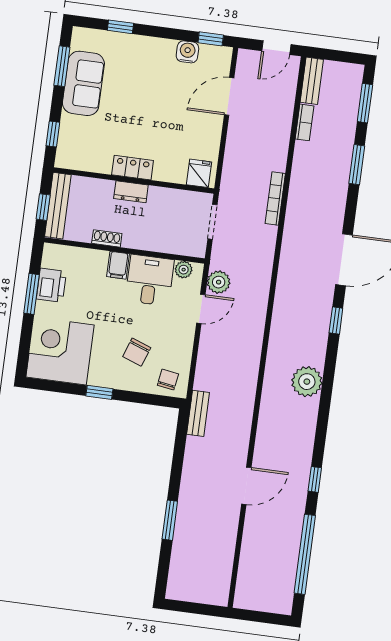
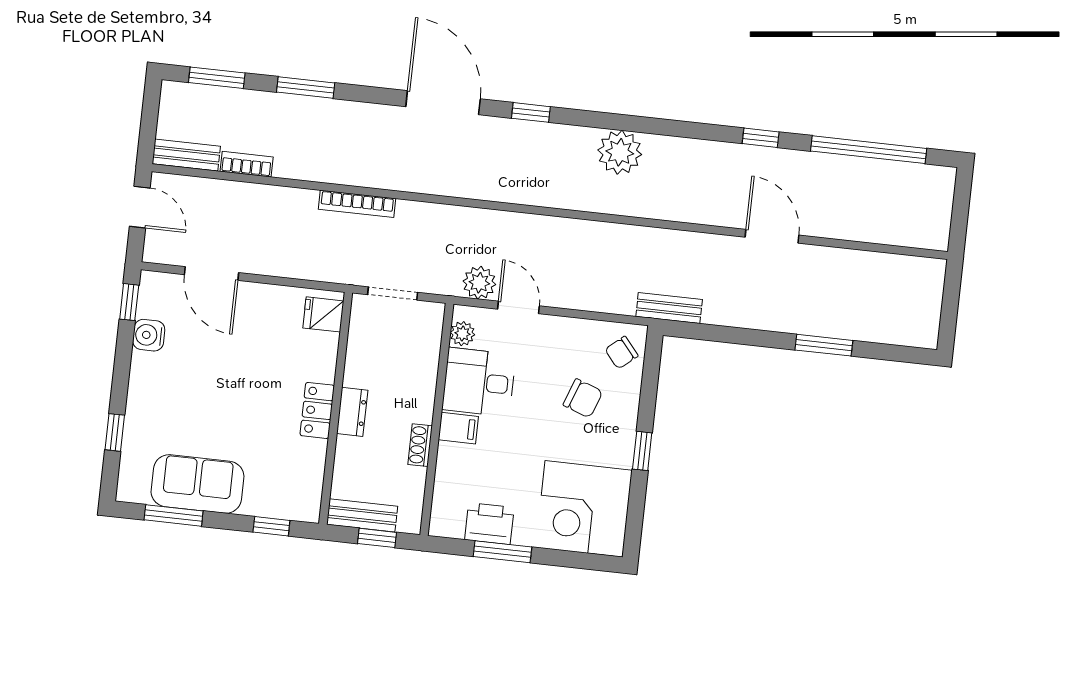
bench: (58, 206) -> (362, 515), width x0.73
chair: (168, 380) -> (621, 353), turned -49

